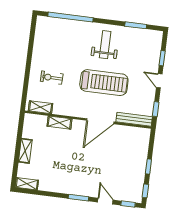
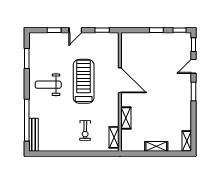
bench: (134, 119) -> (34, 135), moved

